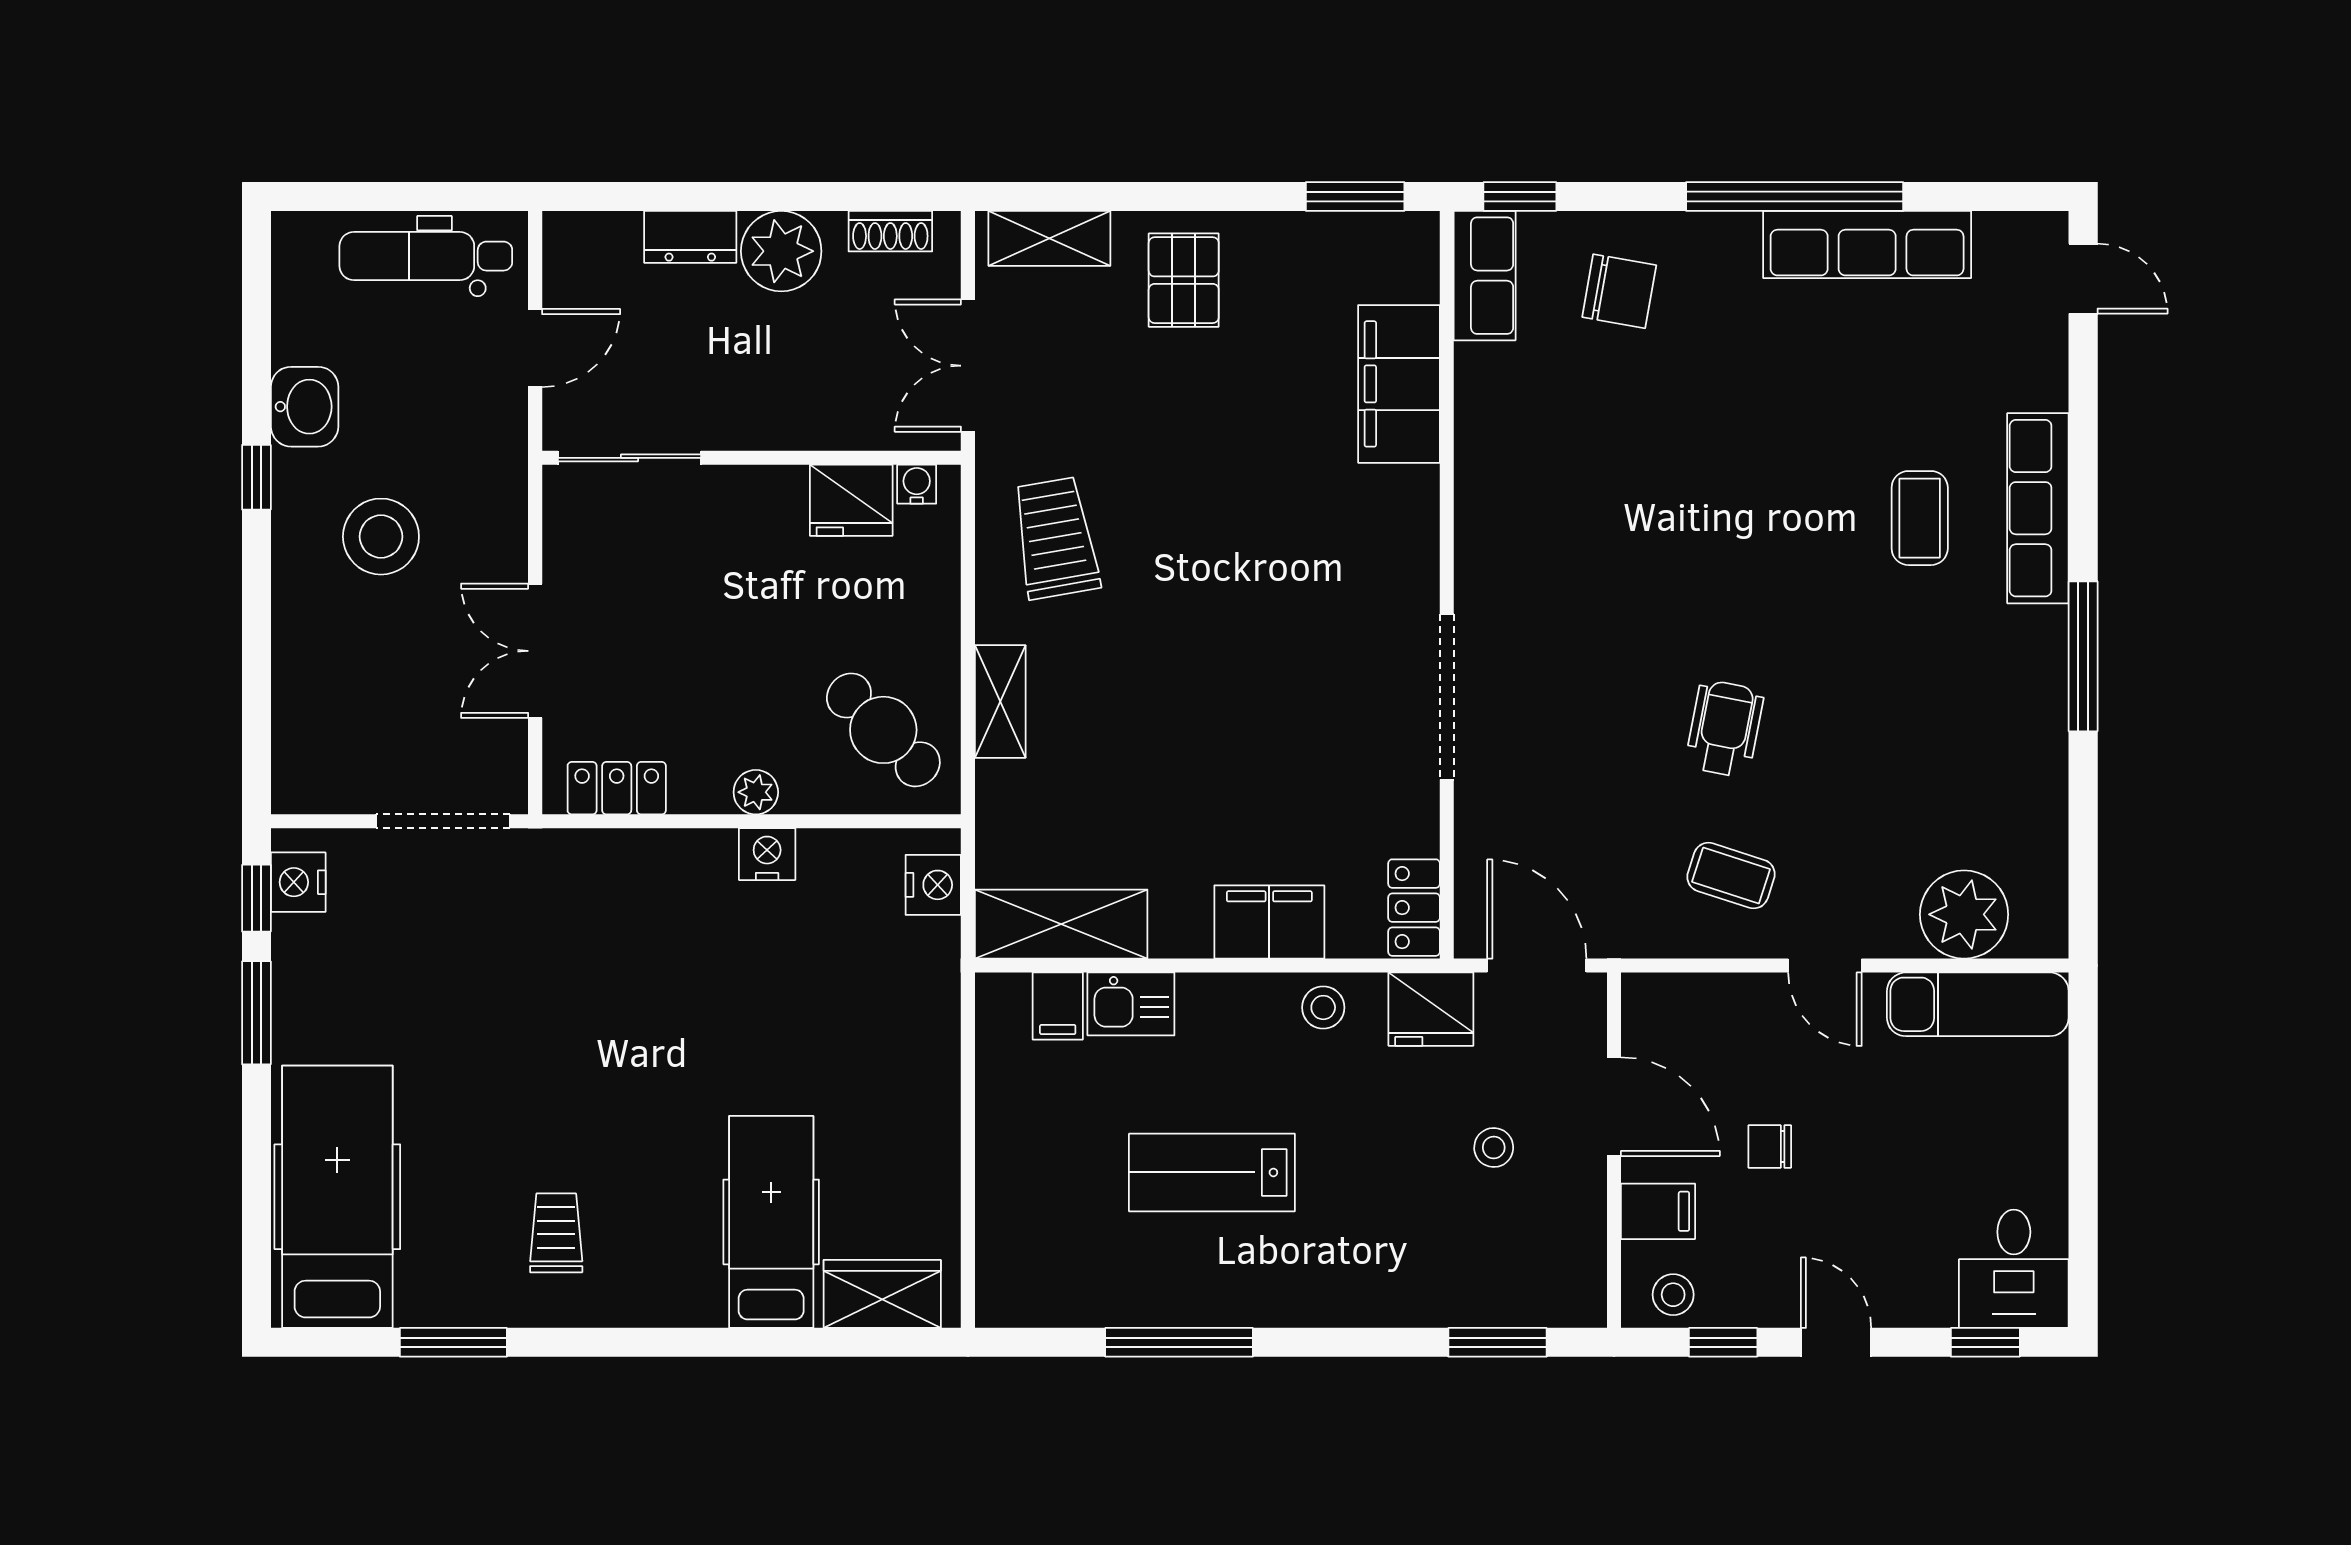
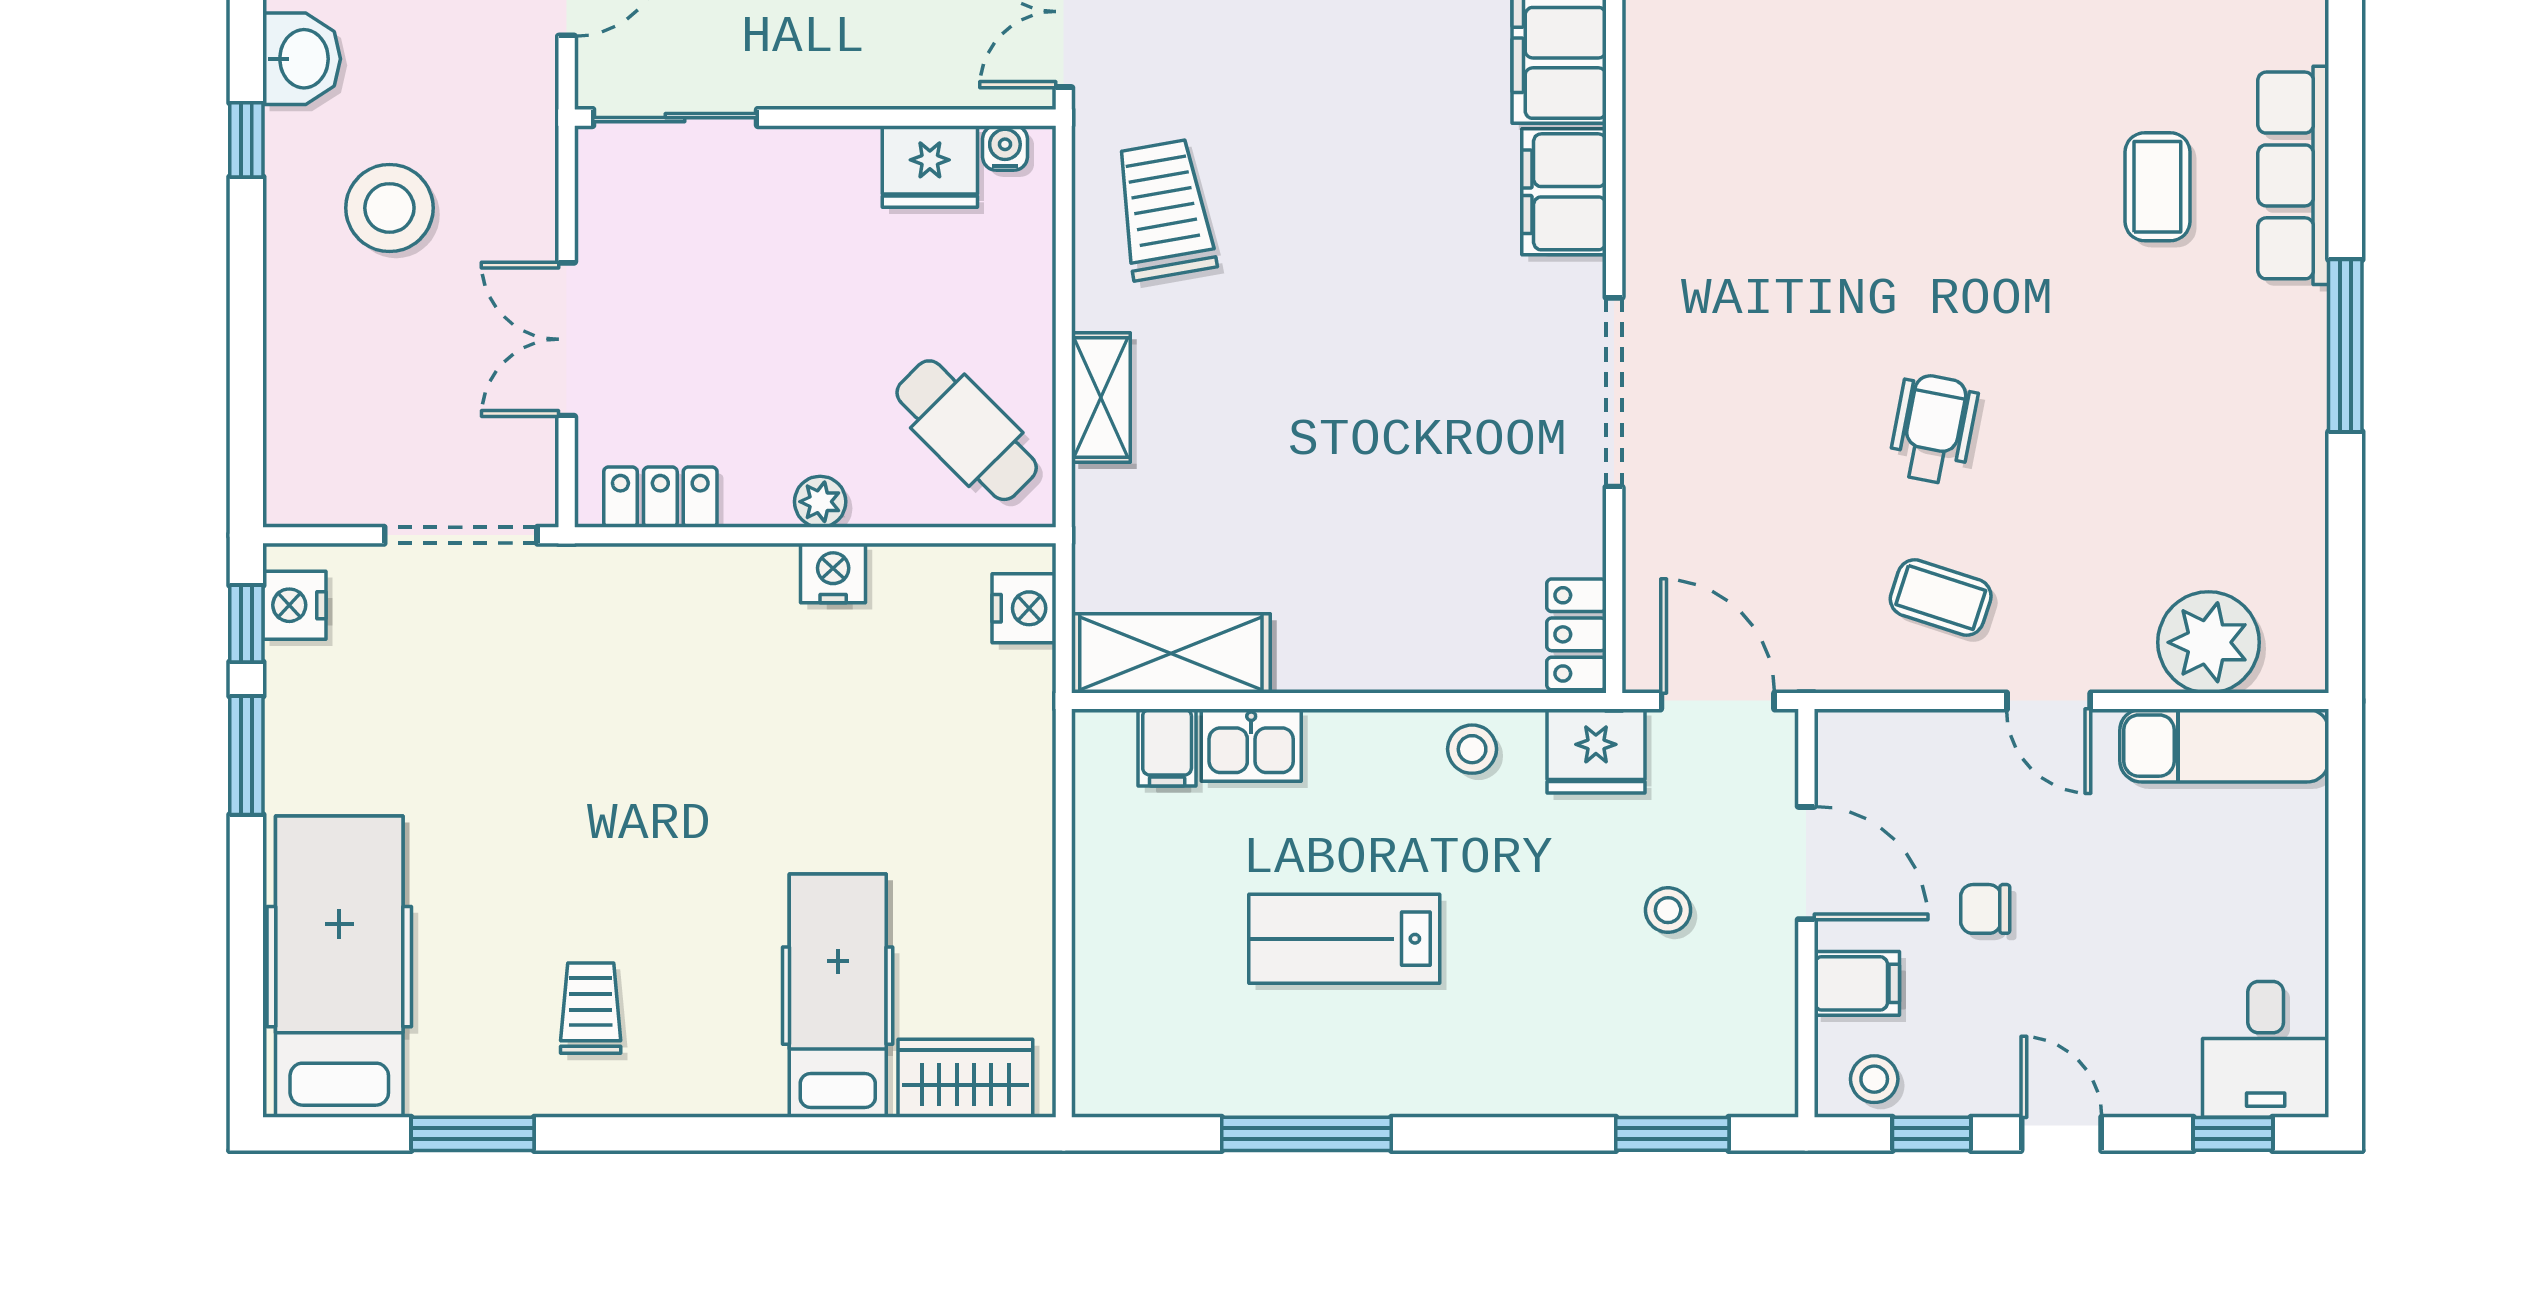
filing cabinet: (1269, 922) -> (1564, 192), moved, turned -90

